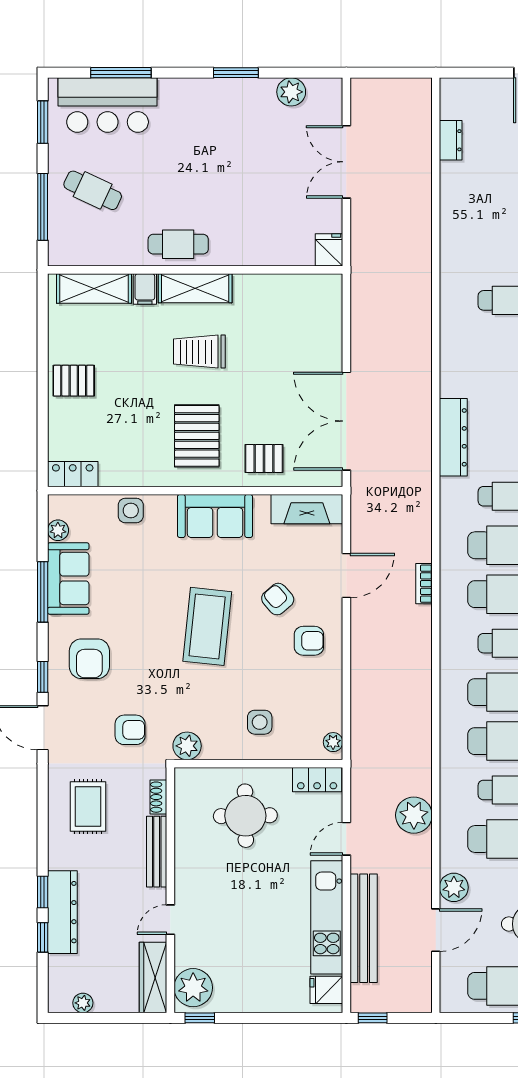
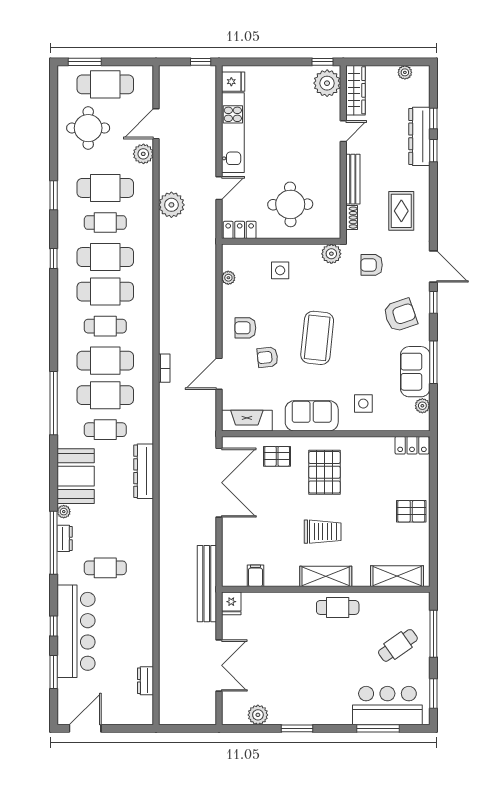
cafe table: (93, 190) -> (398, 645), turned -60
filing cabinet: (145, 289) -> (255, 576), moved
side table: (131, 510) -> (363, 404), moved
armchair: (278, 599) -> (267, 357), turned 125
armchair: (89, 659) -> (400, 315), turned 71
plant: (333, 742) -> (228, 278), moved
bench: (364, 928) -> (207, 584), moved

